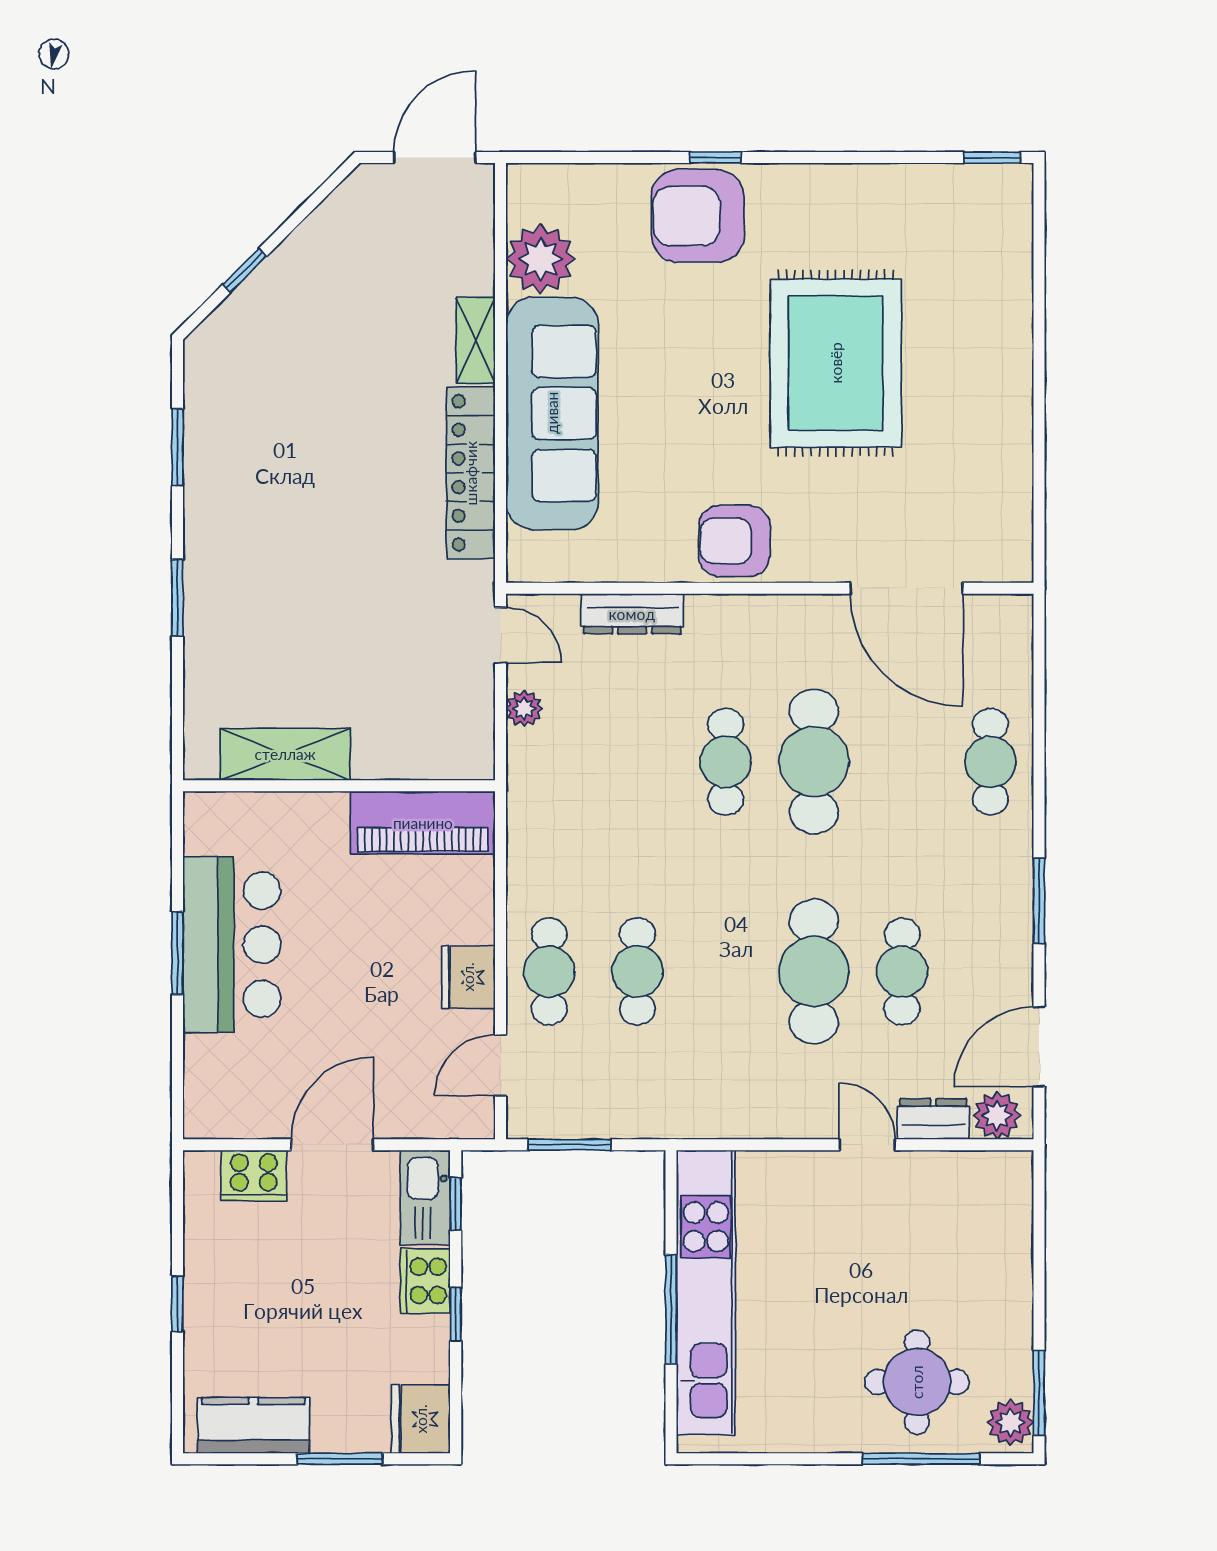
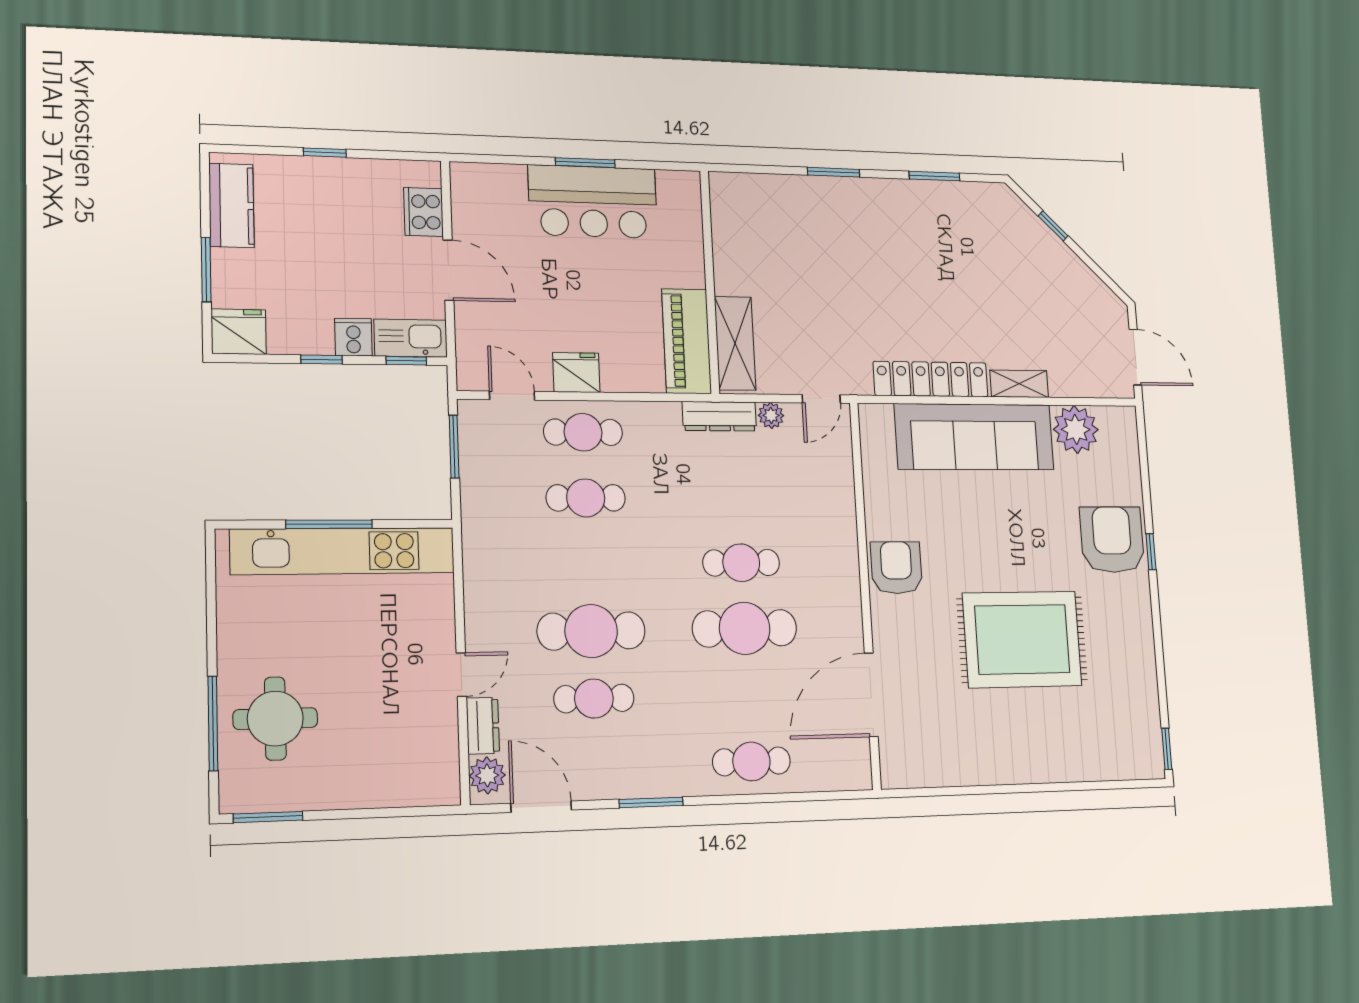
dresser: (632, 614) -> (719, 416), moved, turned -90
shelving: (285, 754) -> (735, 343), moved
cooker: (425, 1281) -> (353, 337), width x0.73
plant: (1010, 1422) -> (244, 795), removed

